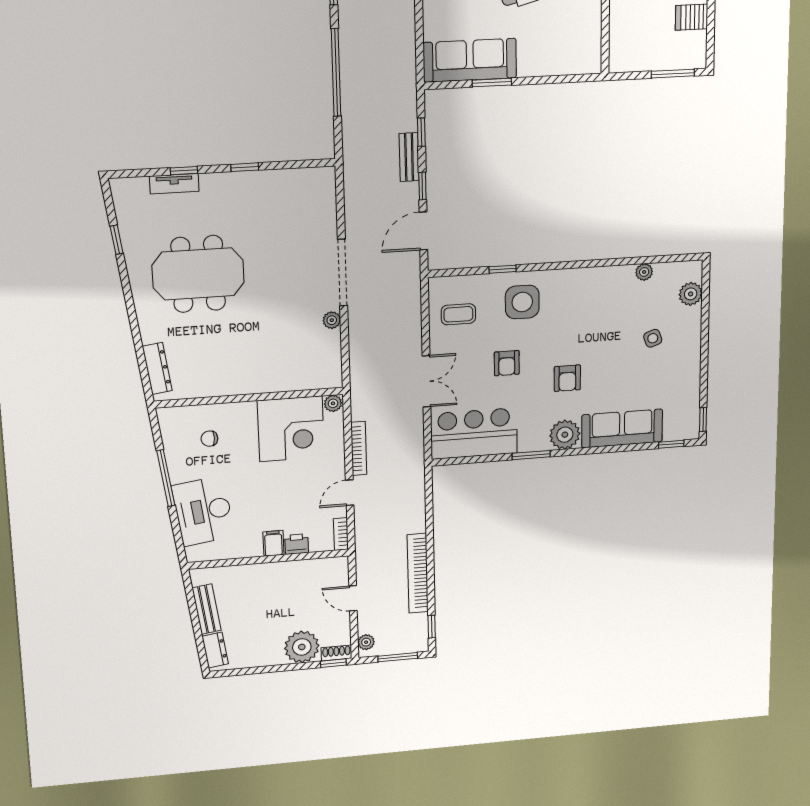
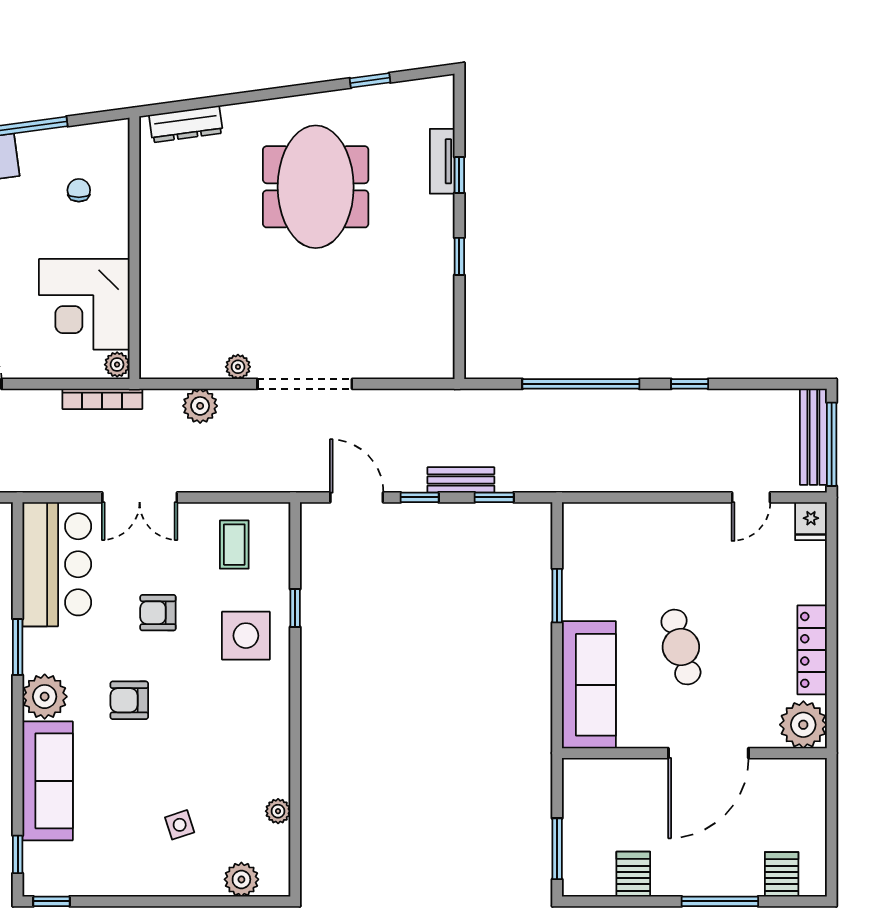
sofa: (470, 60) -> (589, 685), moved
plant: (361, 344) -> (200, 406), added
bookcase: (359, 448) -> (102, 399), moved

